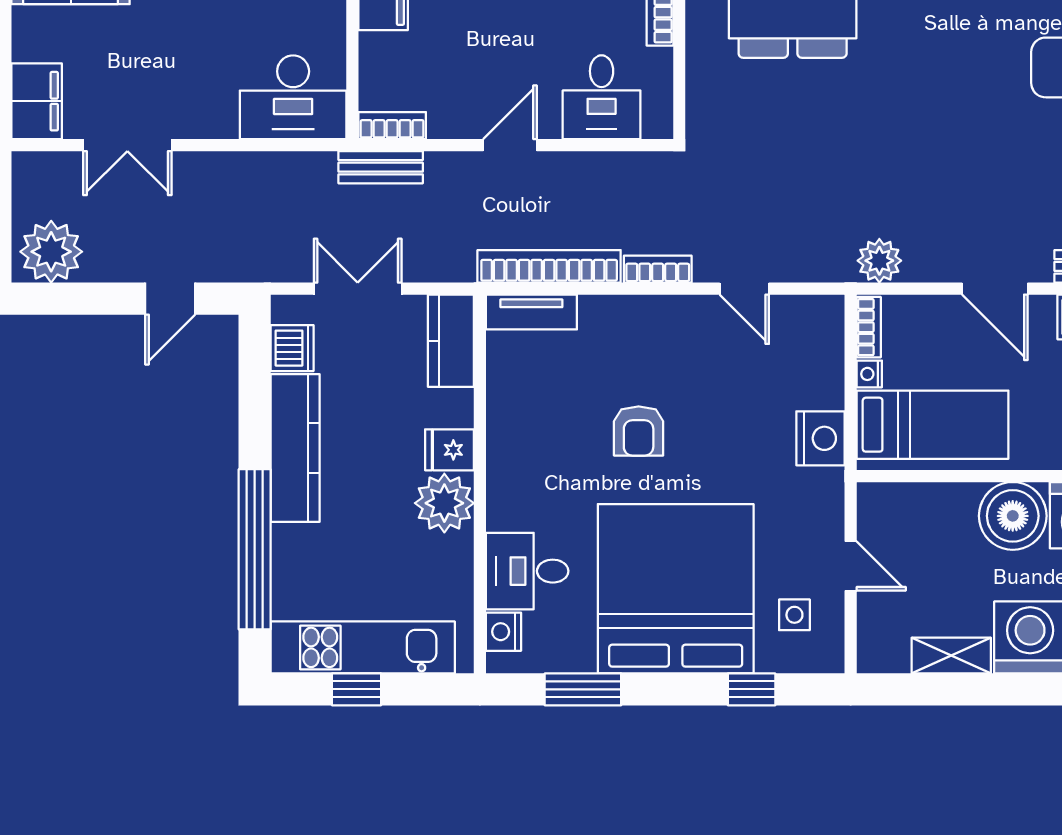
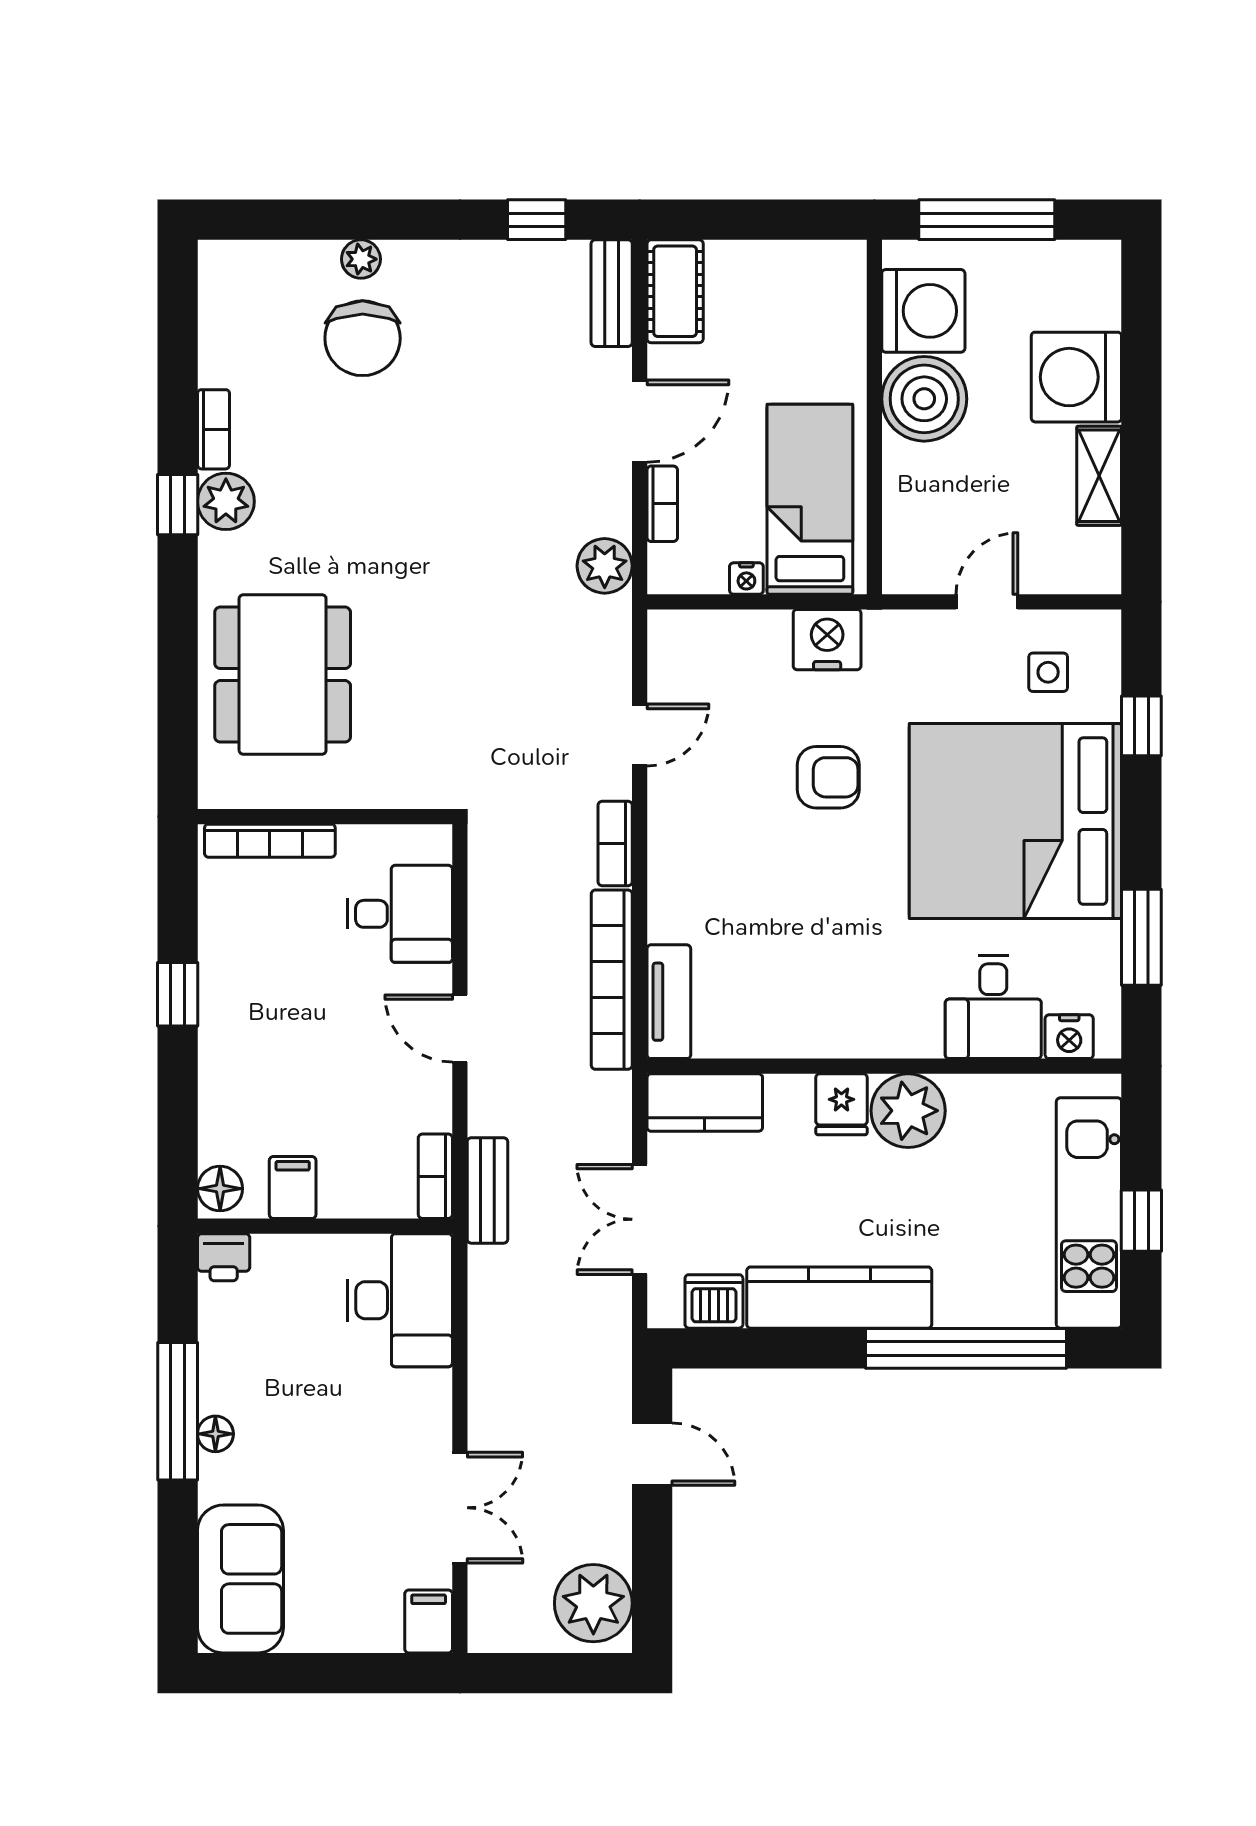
filing cabinet: (37, 101) -> (429, 1621), width x0.50
bookcase: (869, 327) -> (662, 504), moved, turned 90
armchair: (639, 431) -> (828, 777), moved

